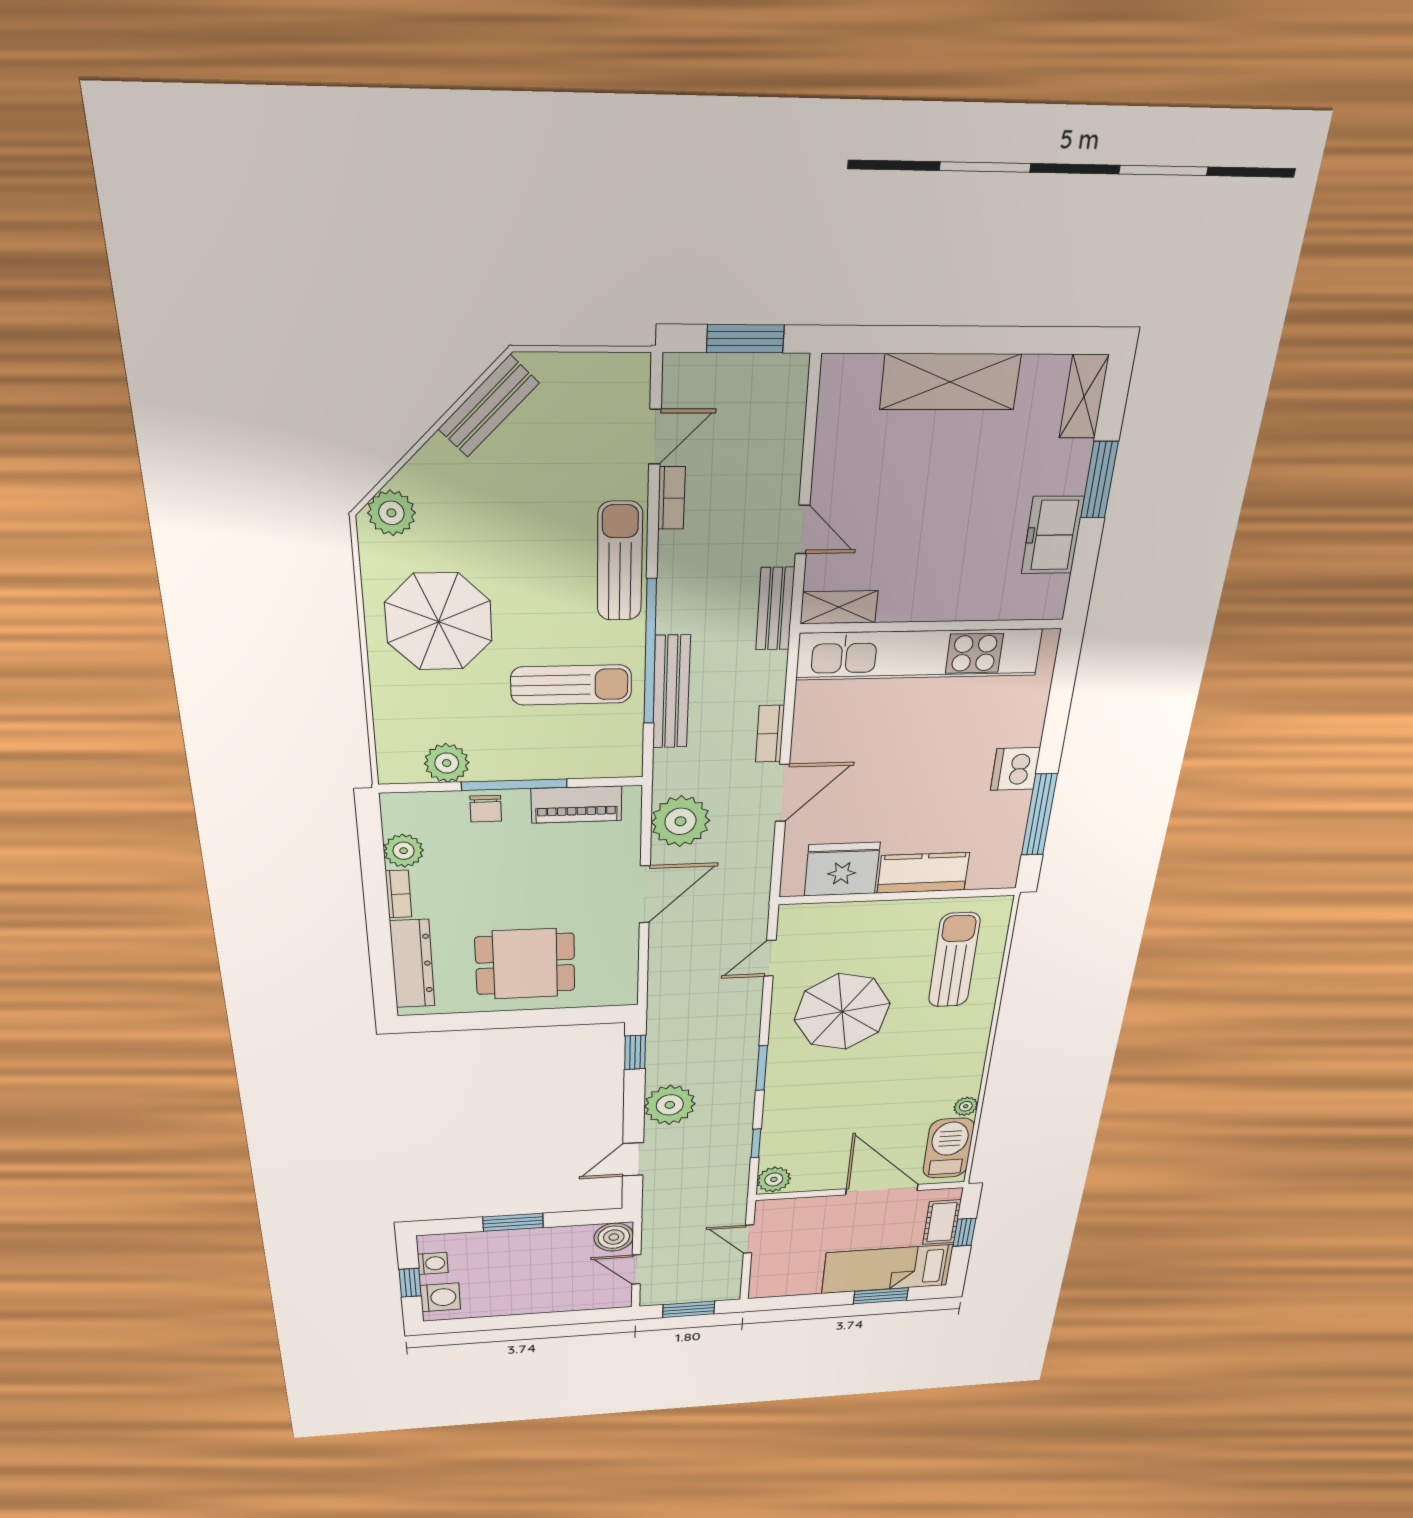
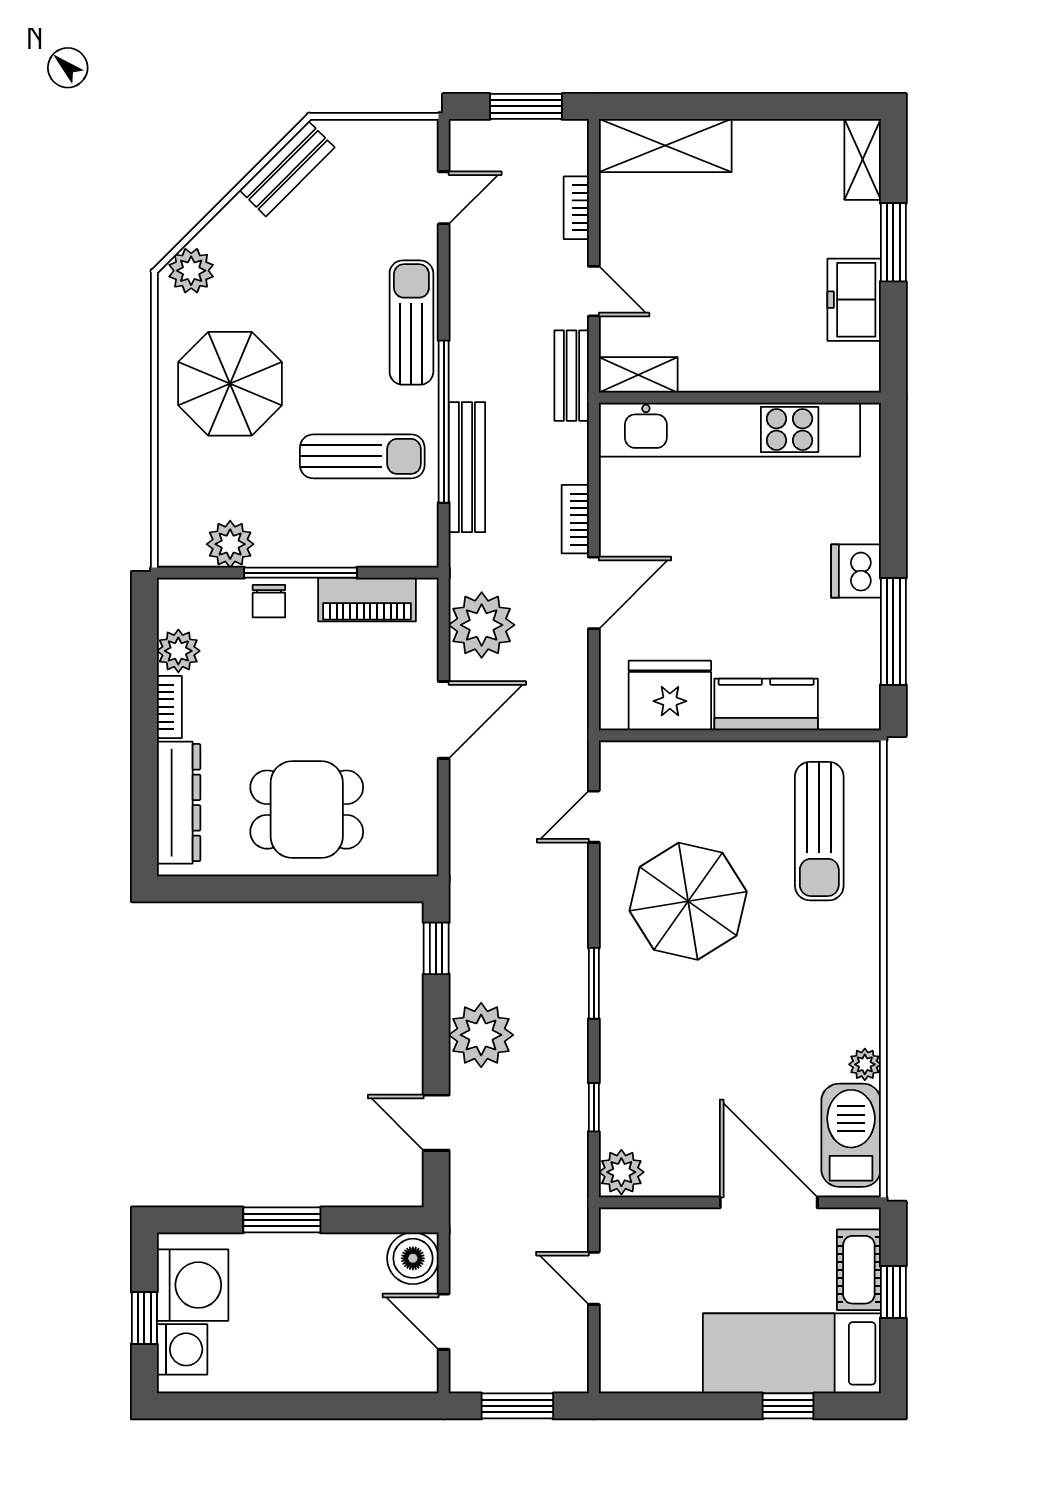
shelving: (950, 382) -> (665, 146), moved
bookcase: (671, 498) -> (576, 208), moved, turned 180
sun lounger: (954, 960) -> (819, 831), turned 180
door: (633, 1159) -> (436, 1123), hinge flipped
washing machine: (433, 1263) -> (193, 1285), width x1.89, depth x1.89
window: (881, 1296) -> (788, 1406), width x0.67

